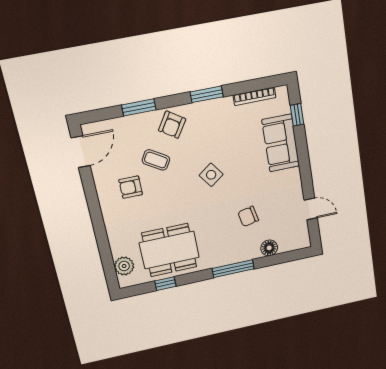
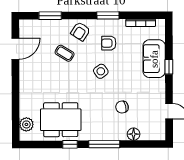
window: (139, 107) -> (50, 16), moved
window: (297, 115) -> (169, 67), moved
door: (81, 152) -> (15, 49), moved
armchair: (131, 187) -> (109, 43), moved
window: (165, 284) -> (70, 144), moved

